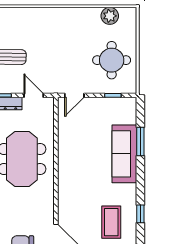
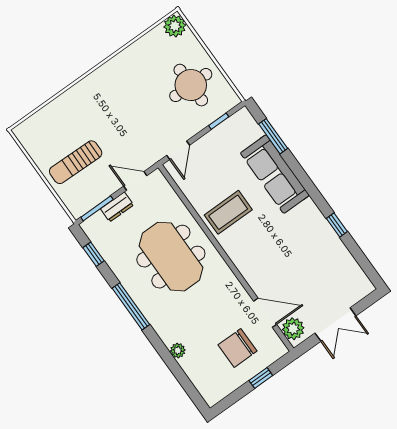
plant: (110, 16) -> (175, 26), moved
window: (140, 142) -> (273, 136), moved
coffee table: (111, 222) -> (228, 212), moved, turned 90

